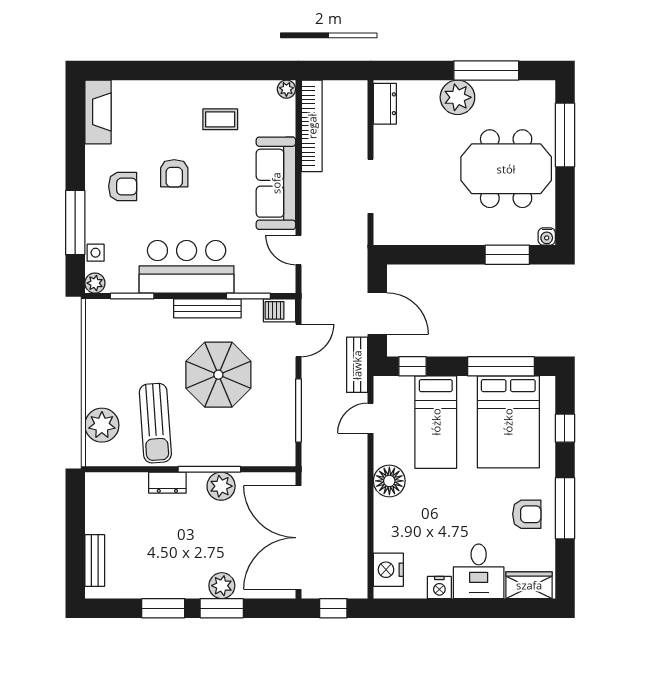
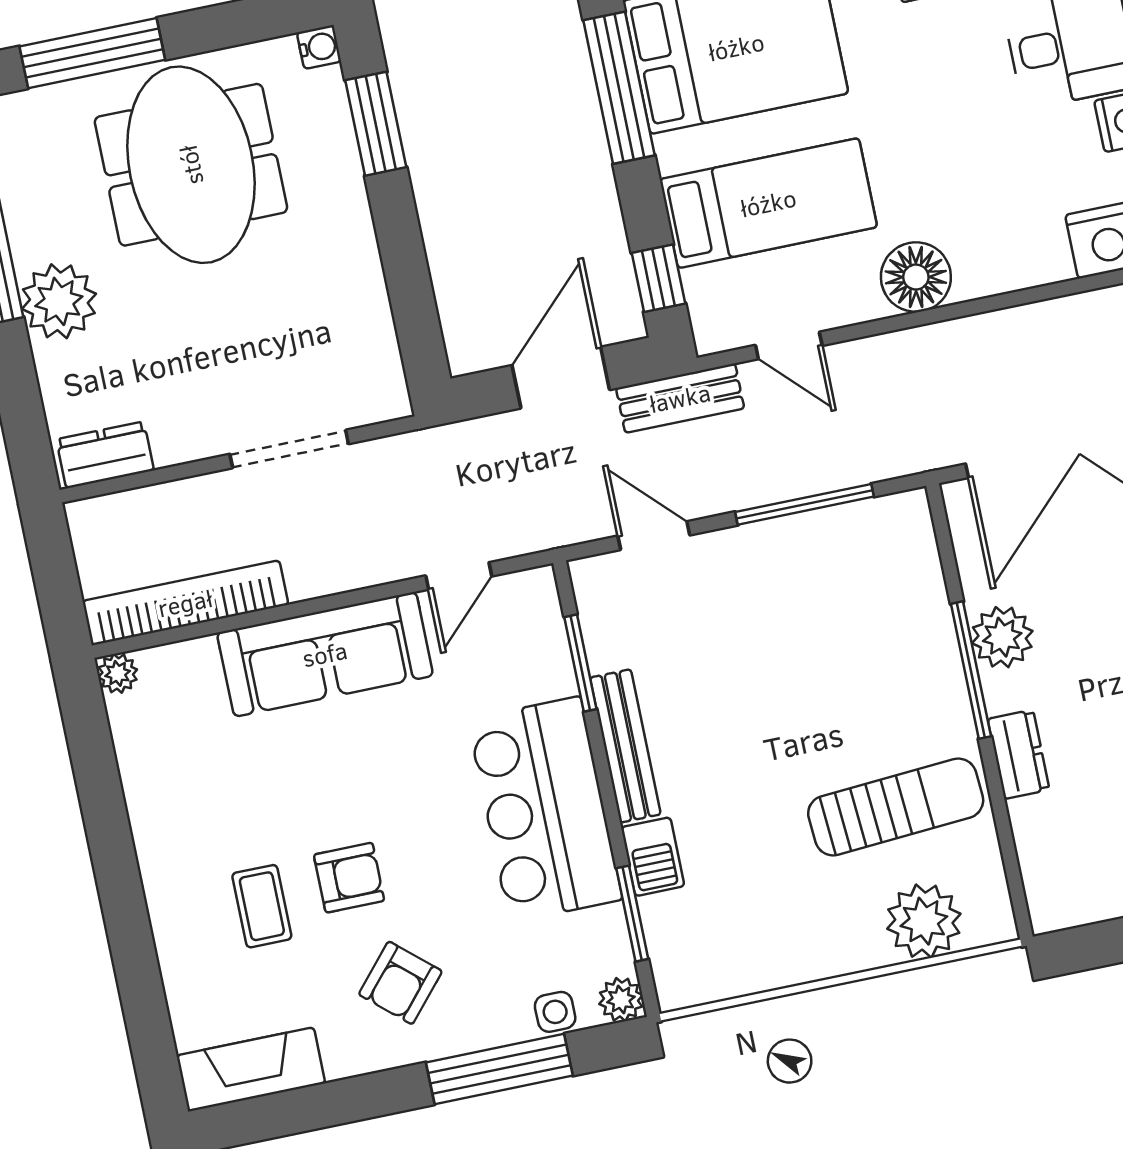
coffee table: (220, 119) -> (262, 906), moved
armchair: (123, 186) -> (400, 983), turned -139
barbecue: (279, 310) -> (653, 857), moved
parasol: (218, 375) -> (763, 693), removed

